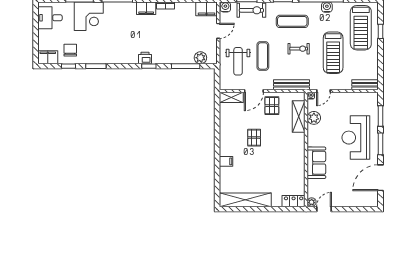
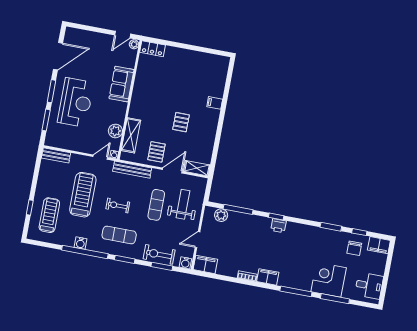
treadmill: (361, 28) -> (49, 215), width x0.73, depth x0.73
shelving: (245, 200) -> (202, 59), removed

